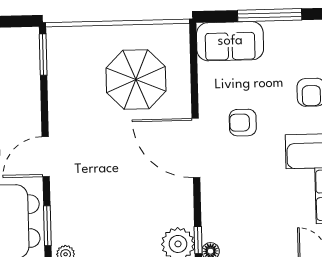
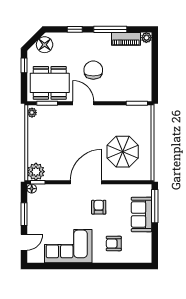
window: (270, 15) -> (155, 206), moved
sofa: (230, 41) -> (142, 214), moved

